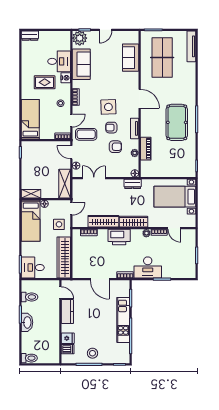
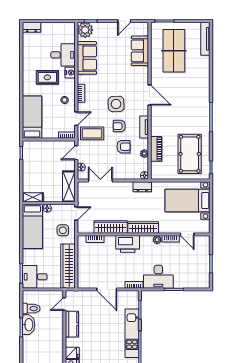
door: (106, 30) -> (124, 21), moved
pool table: (177, 122) -> (190, 154), moved
door: (71, 152) -> (76, 153), hinge flipped
door: (60, 293) -> (64, 304), swing flipped
washbasin: (27, 322) -> (28, 325), moved

